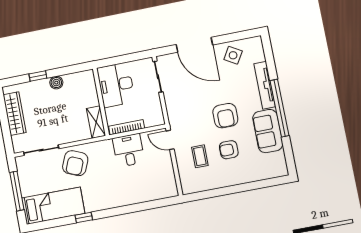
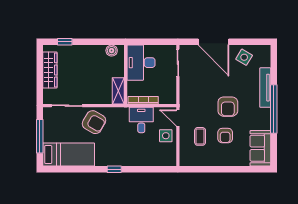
window: (38, 76) -> (65, 42), moved
boiler: (56, 83) -> (112, 51), moved
sofa: (268, 131) -> (260, 148), moved
armchair: (229, 150) -> (225, 136), turned -90
armchair: (75, 163) -> (94, 122), turned -83
side table: (160, 163) -> (166, 136), added
window: (84, 217) -> (114, 169), moved

